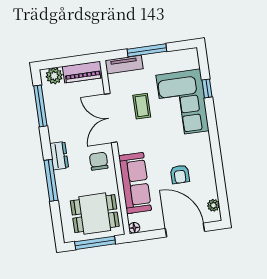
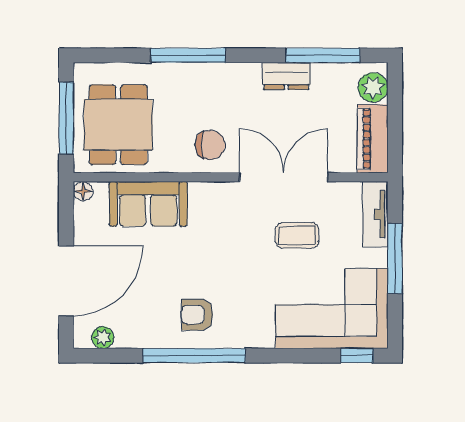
window: (207, 88) -> (357, 356), moved
corner sofa: (183, 103) -> (332, 308), moved
window: (216, 153) -> (194, 356), added
dresser: (59, 156) -> (286, 76), moved
armchair: (180, 174) -> (197, 315), moved
sofa: (135, 183) -> (148, 204), width x0.73

